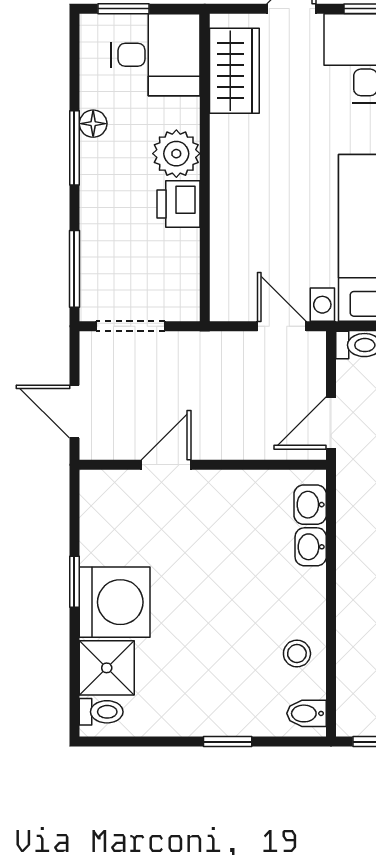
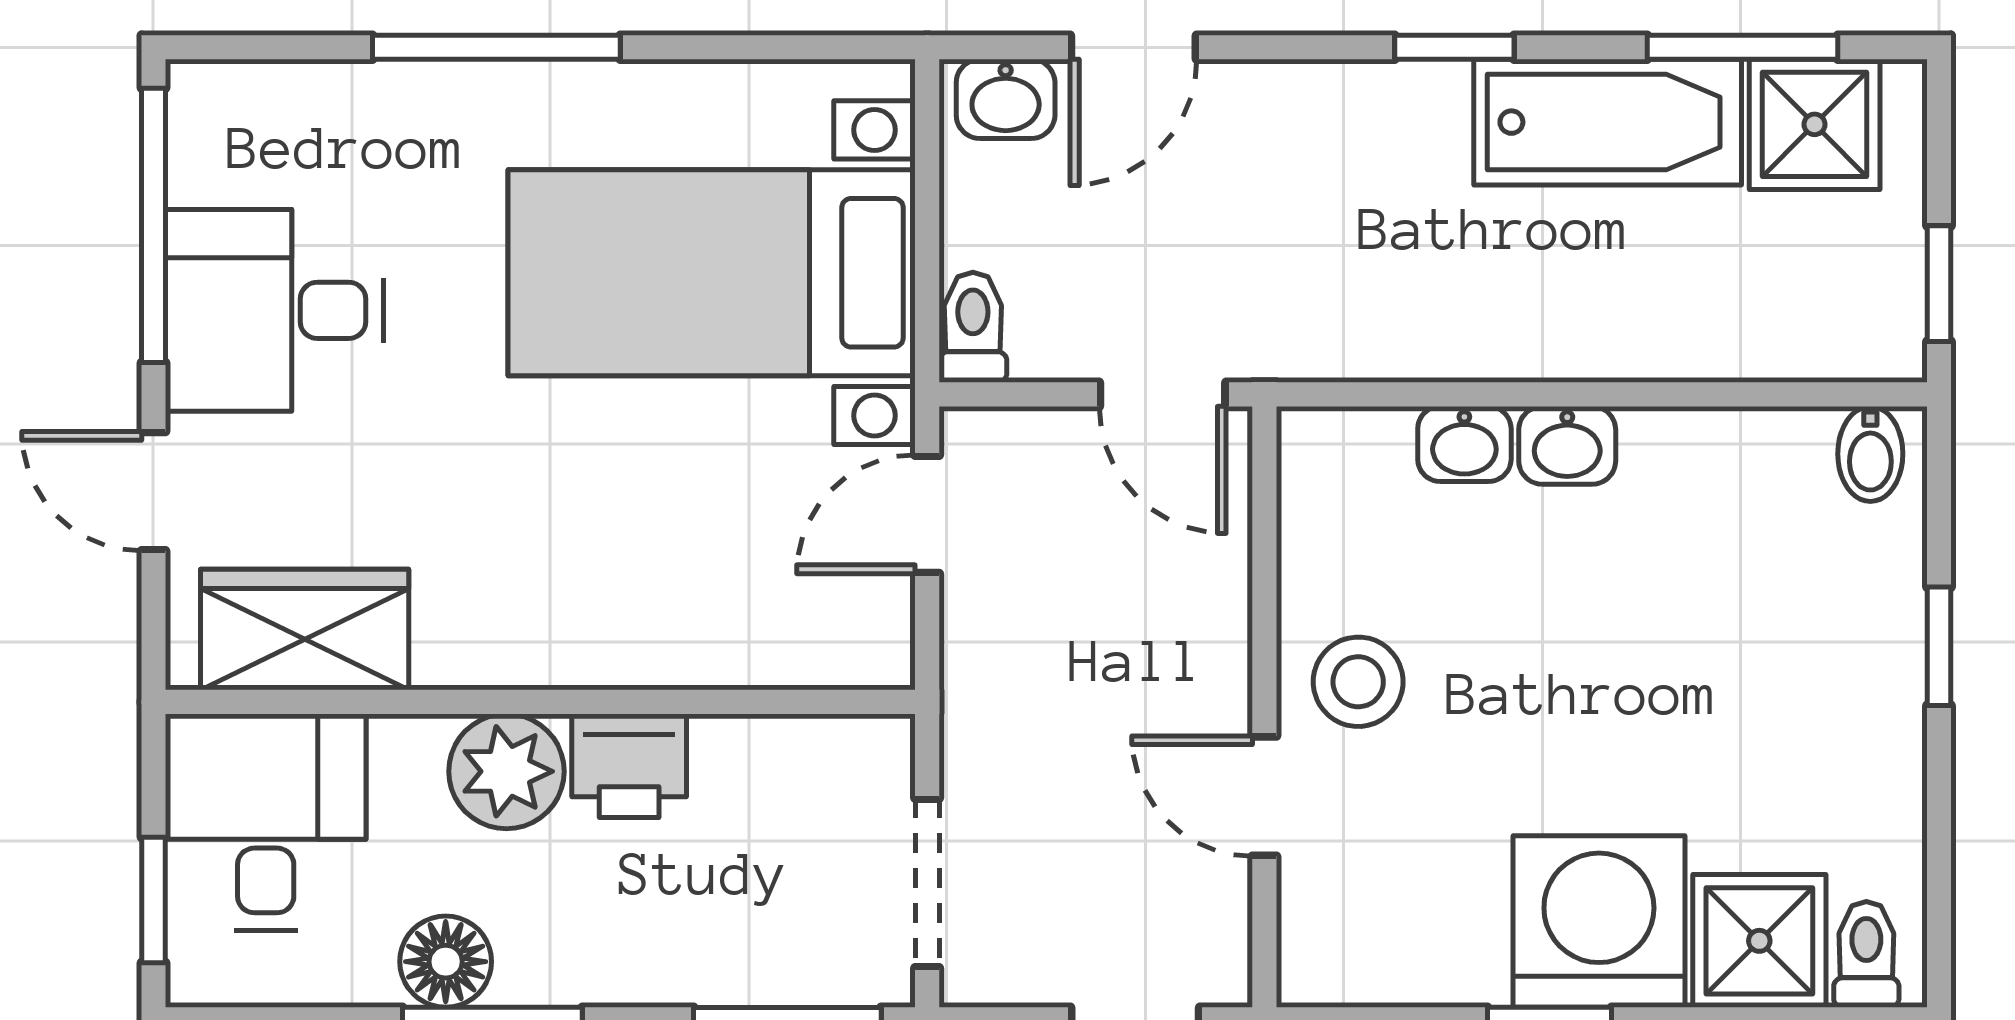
floor lamp: (93, 124) -> (446, 962), width x1.37, depth x1.37
washbasin: (310, 505) -> (1567, 445), moved
stool: (297, 654) -> (1358, 682), moved, width x1.37, depth x1.37

